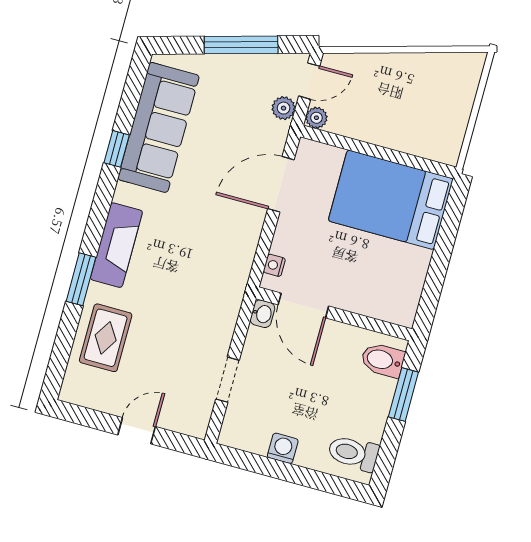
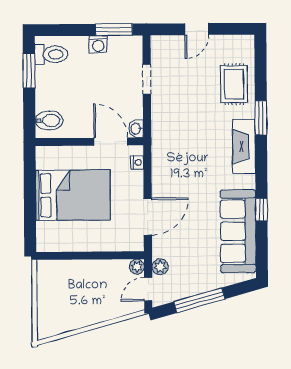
bed: (391, 200) -> (73, 195), moved
window: (403, 395) -> (29, 71), moved
window: (254, 463) -> (114, 30), added

